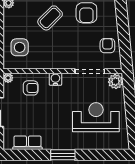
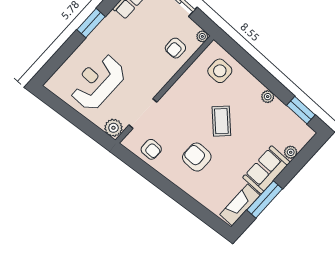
water cooler: (55, 79) -> (163, 77), removed
reception desk: (96, 117) -> (98, 82), turned 180

